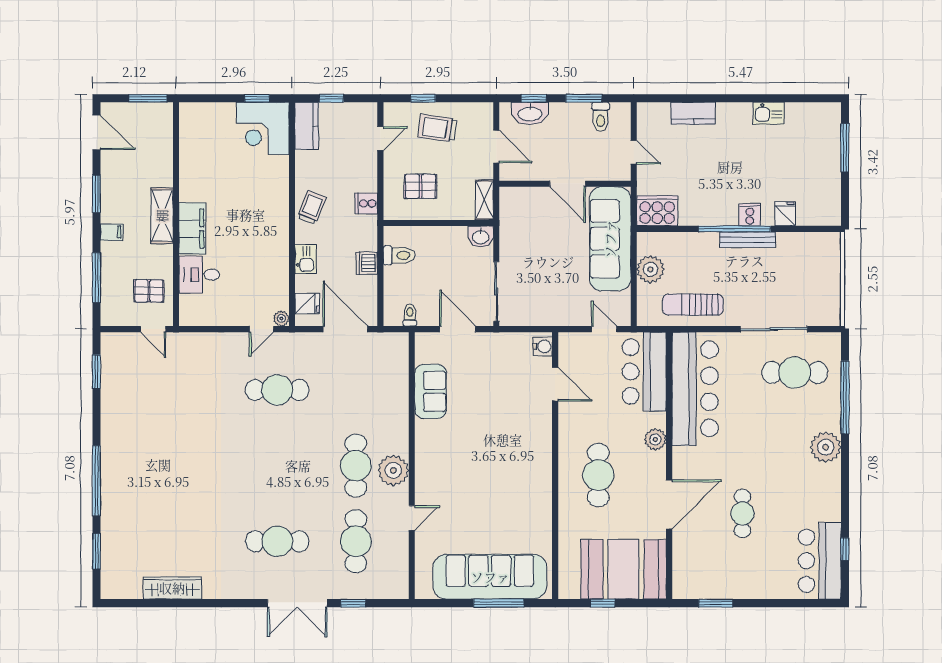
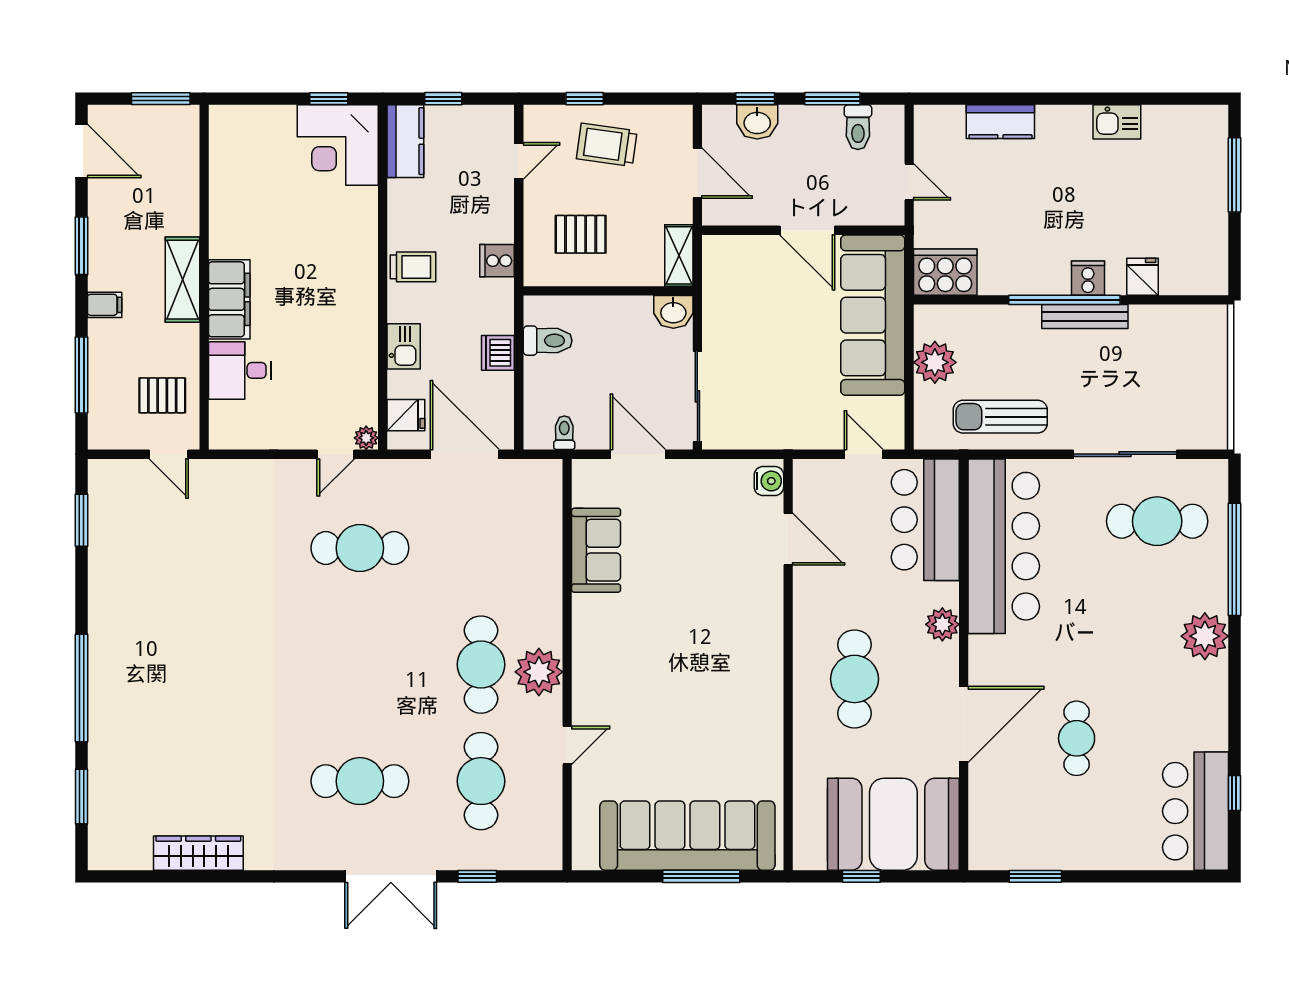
washbasin: (530, 113) -> (757, 122), width x0.72
trolley: (312, 207) -> (413, 267), turned 68

